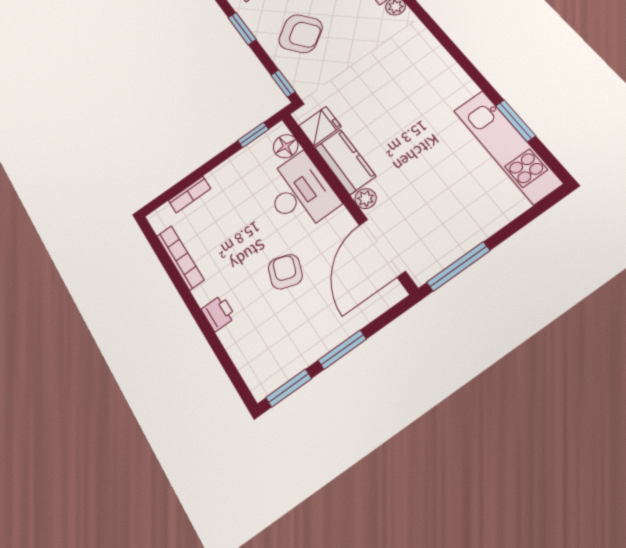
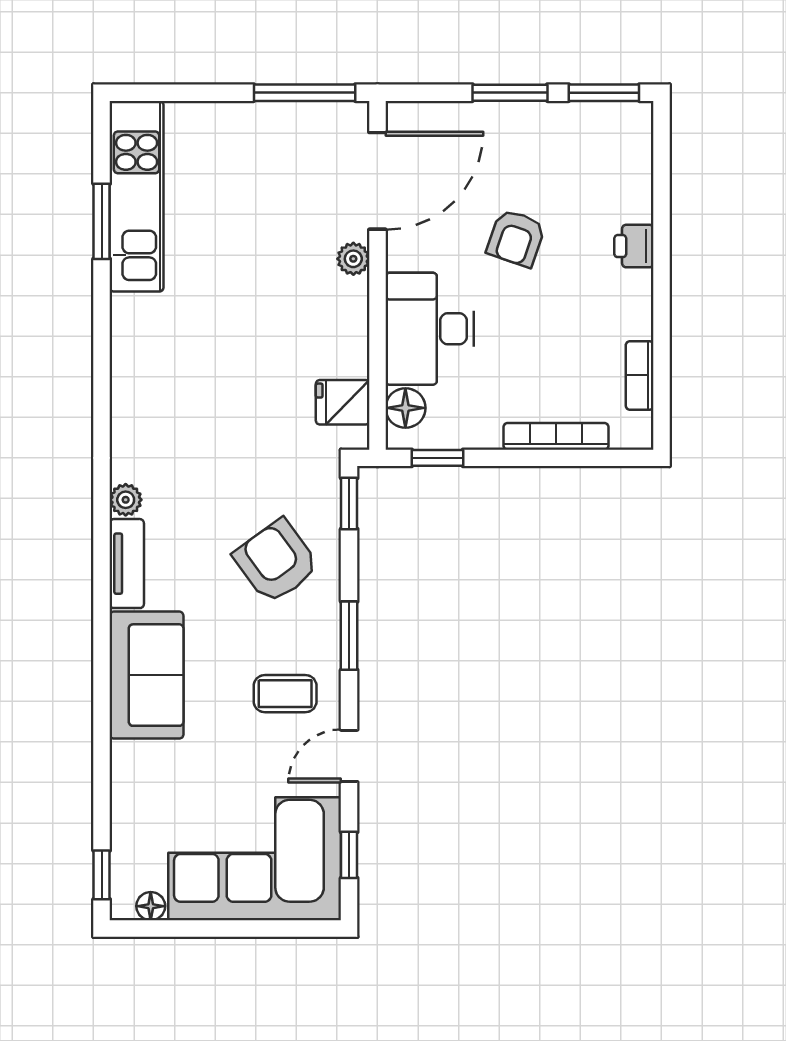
kitchen counter: (345, 162) -> (345, 327), removed
bookcase: (190, 195) -> (556, 436), width x1.56
bookcase: (180, 258) -> (640, 375), width x0.64

